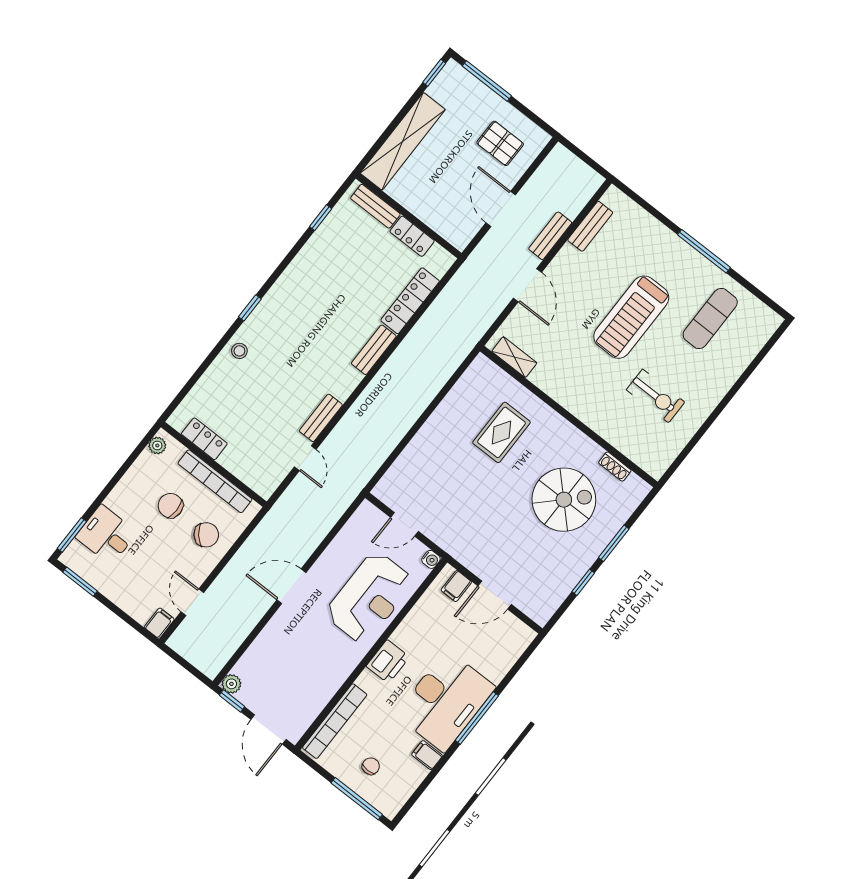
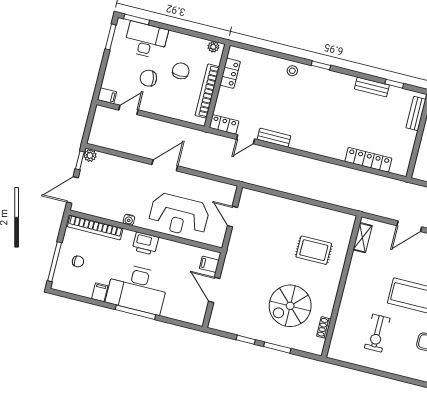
locker: (412, 236) -> (224, 124), moved, turned 90
bench: (374, 350) -> (372, 87), moved
spiral stairs: (564, 500) -> (290, 306), turned 90
desk: (106, 535) -> (146, 40), width x1.37
chair: (206, 535) -> (148, 78), moved, turned 122
water cooler: (431, 559) -> (129, 220), moved
door: (291, 586) -> (165, 165), hinge flipped

